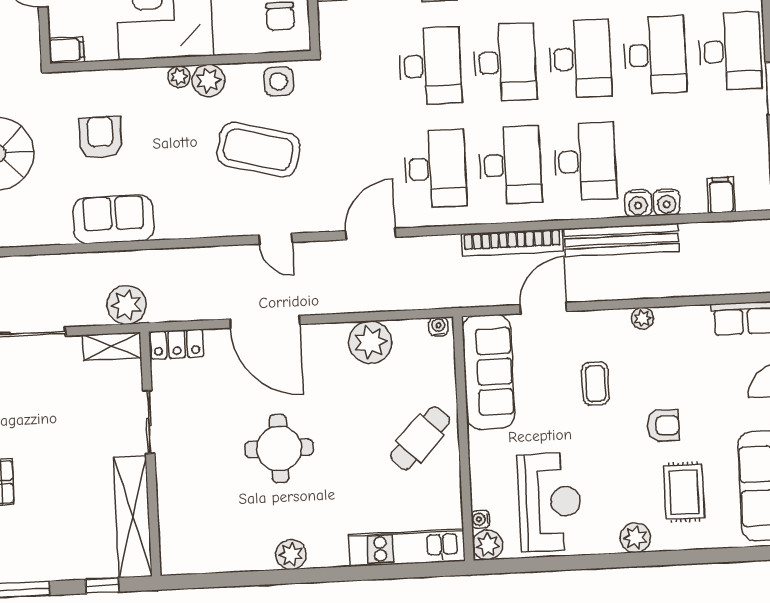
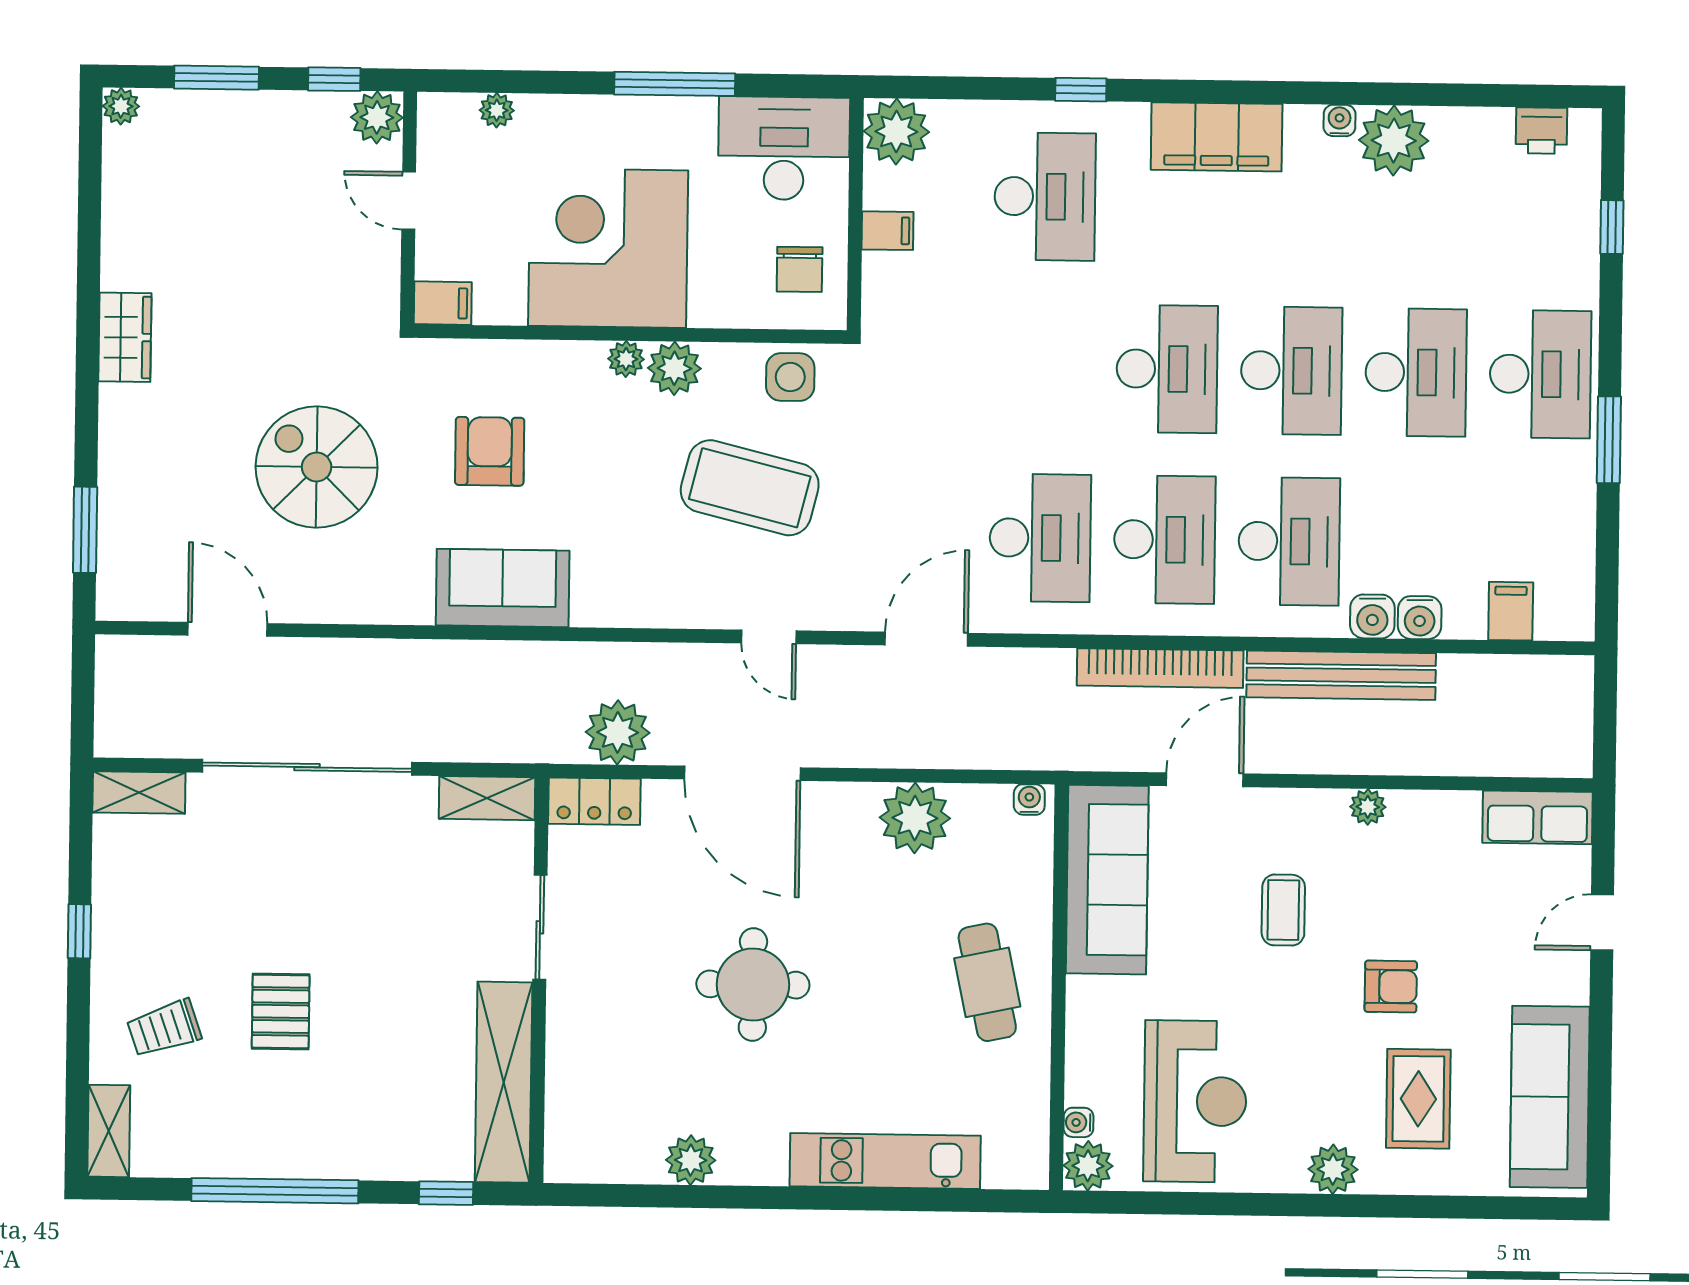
desk: (430, 66) -> (1043, 367), removed
plant: (127, 305) -> (618, 732), moved
cafe table: (420, 438) -> (987, 982), turned -56
kitchen unit: (407, 548) -> (885, 1161), moved
plant: (291, 554) -> (691, 1160), moved

